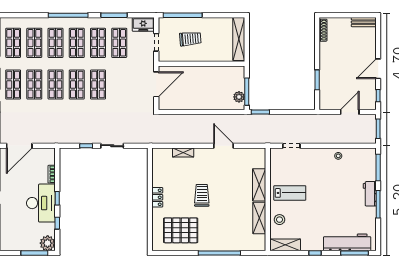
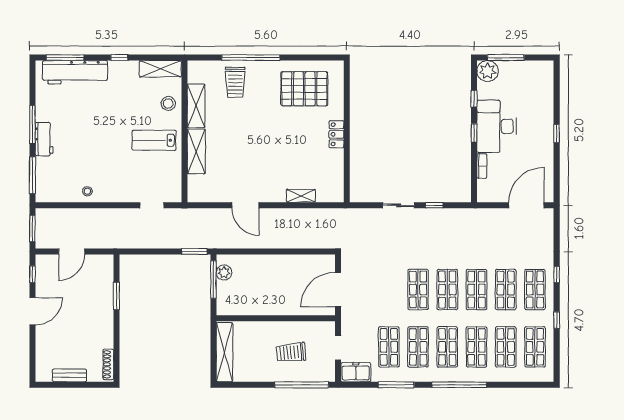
bench: (364, 22) -> (69, 375), moved
trolley: (202, 195) -> (235, 82), moved

